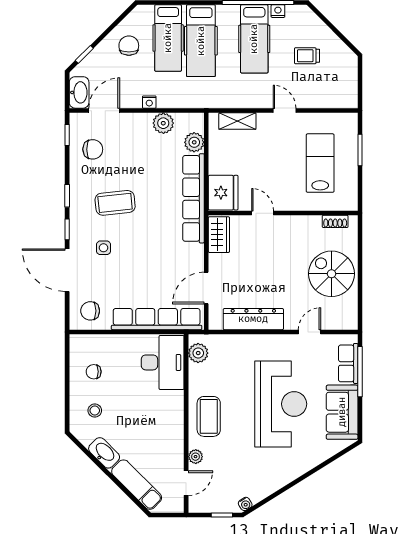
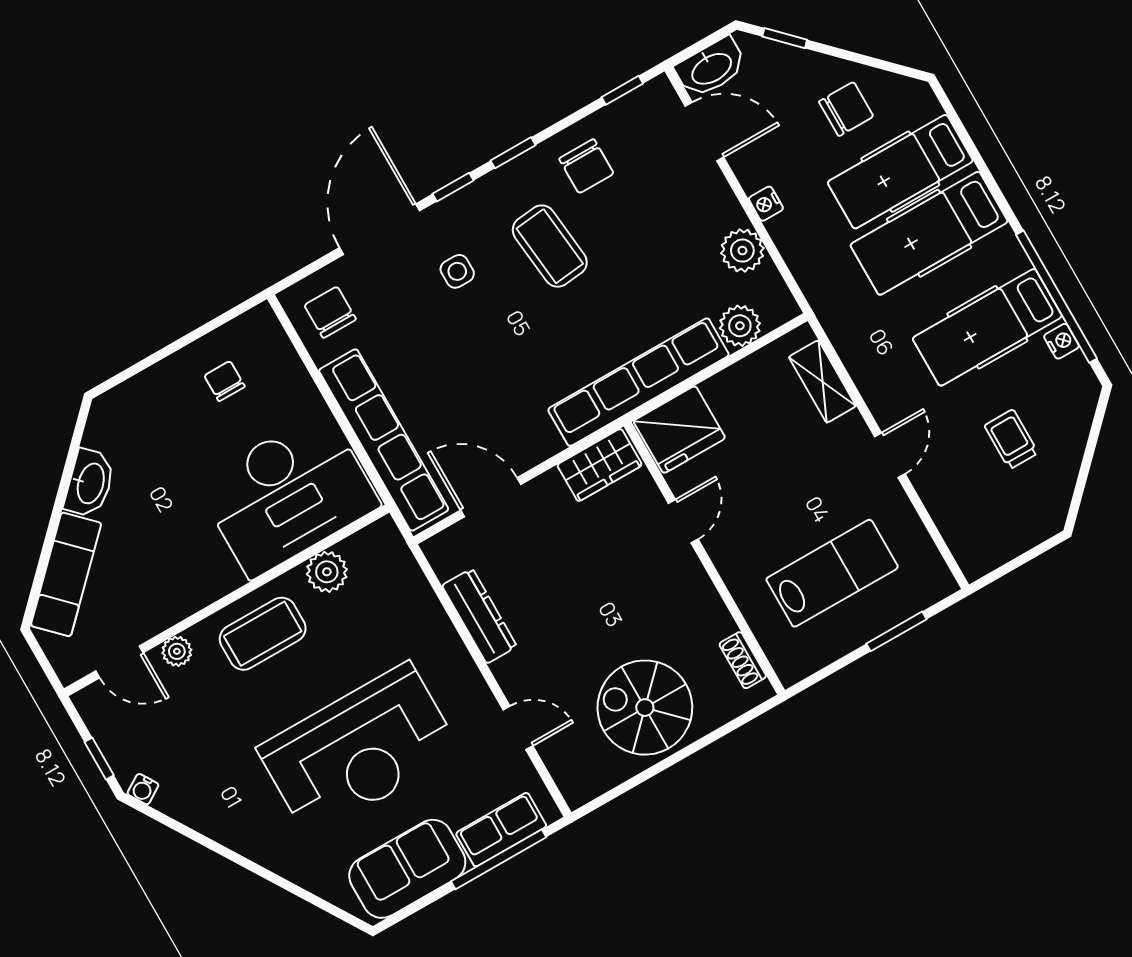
chair: (93, 149) -> (586, 166), moved
spiral stairs: (332, 274) -> (645, 708), turned -90
dresser: (253, 319) -> (479, 616), width x0.73, depth x0.80
plant: (198, 353) -> (327, 572), moved
desk: (163, 362) -> (288, 494), width x1.36, depth x1.30
stool: (95, 411) -> (156, 423), removed

